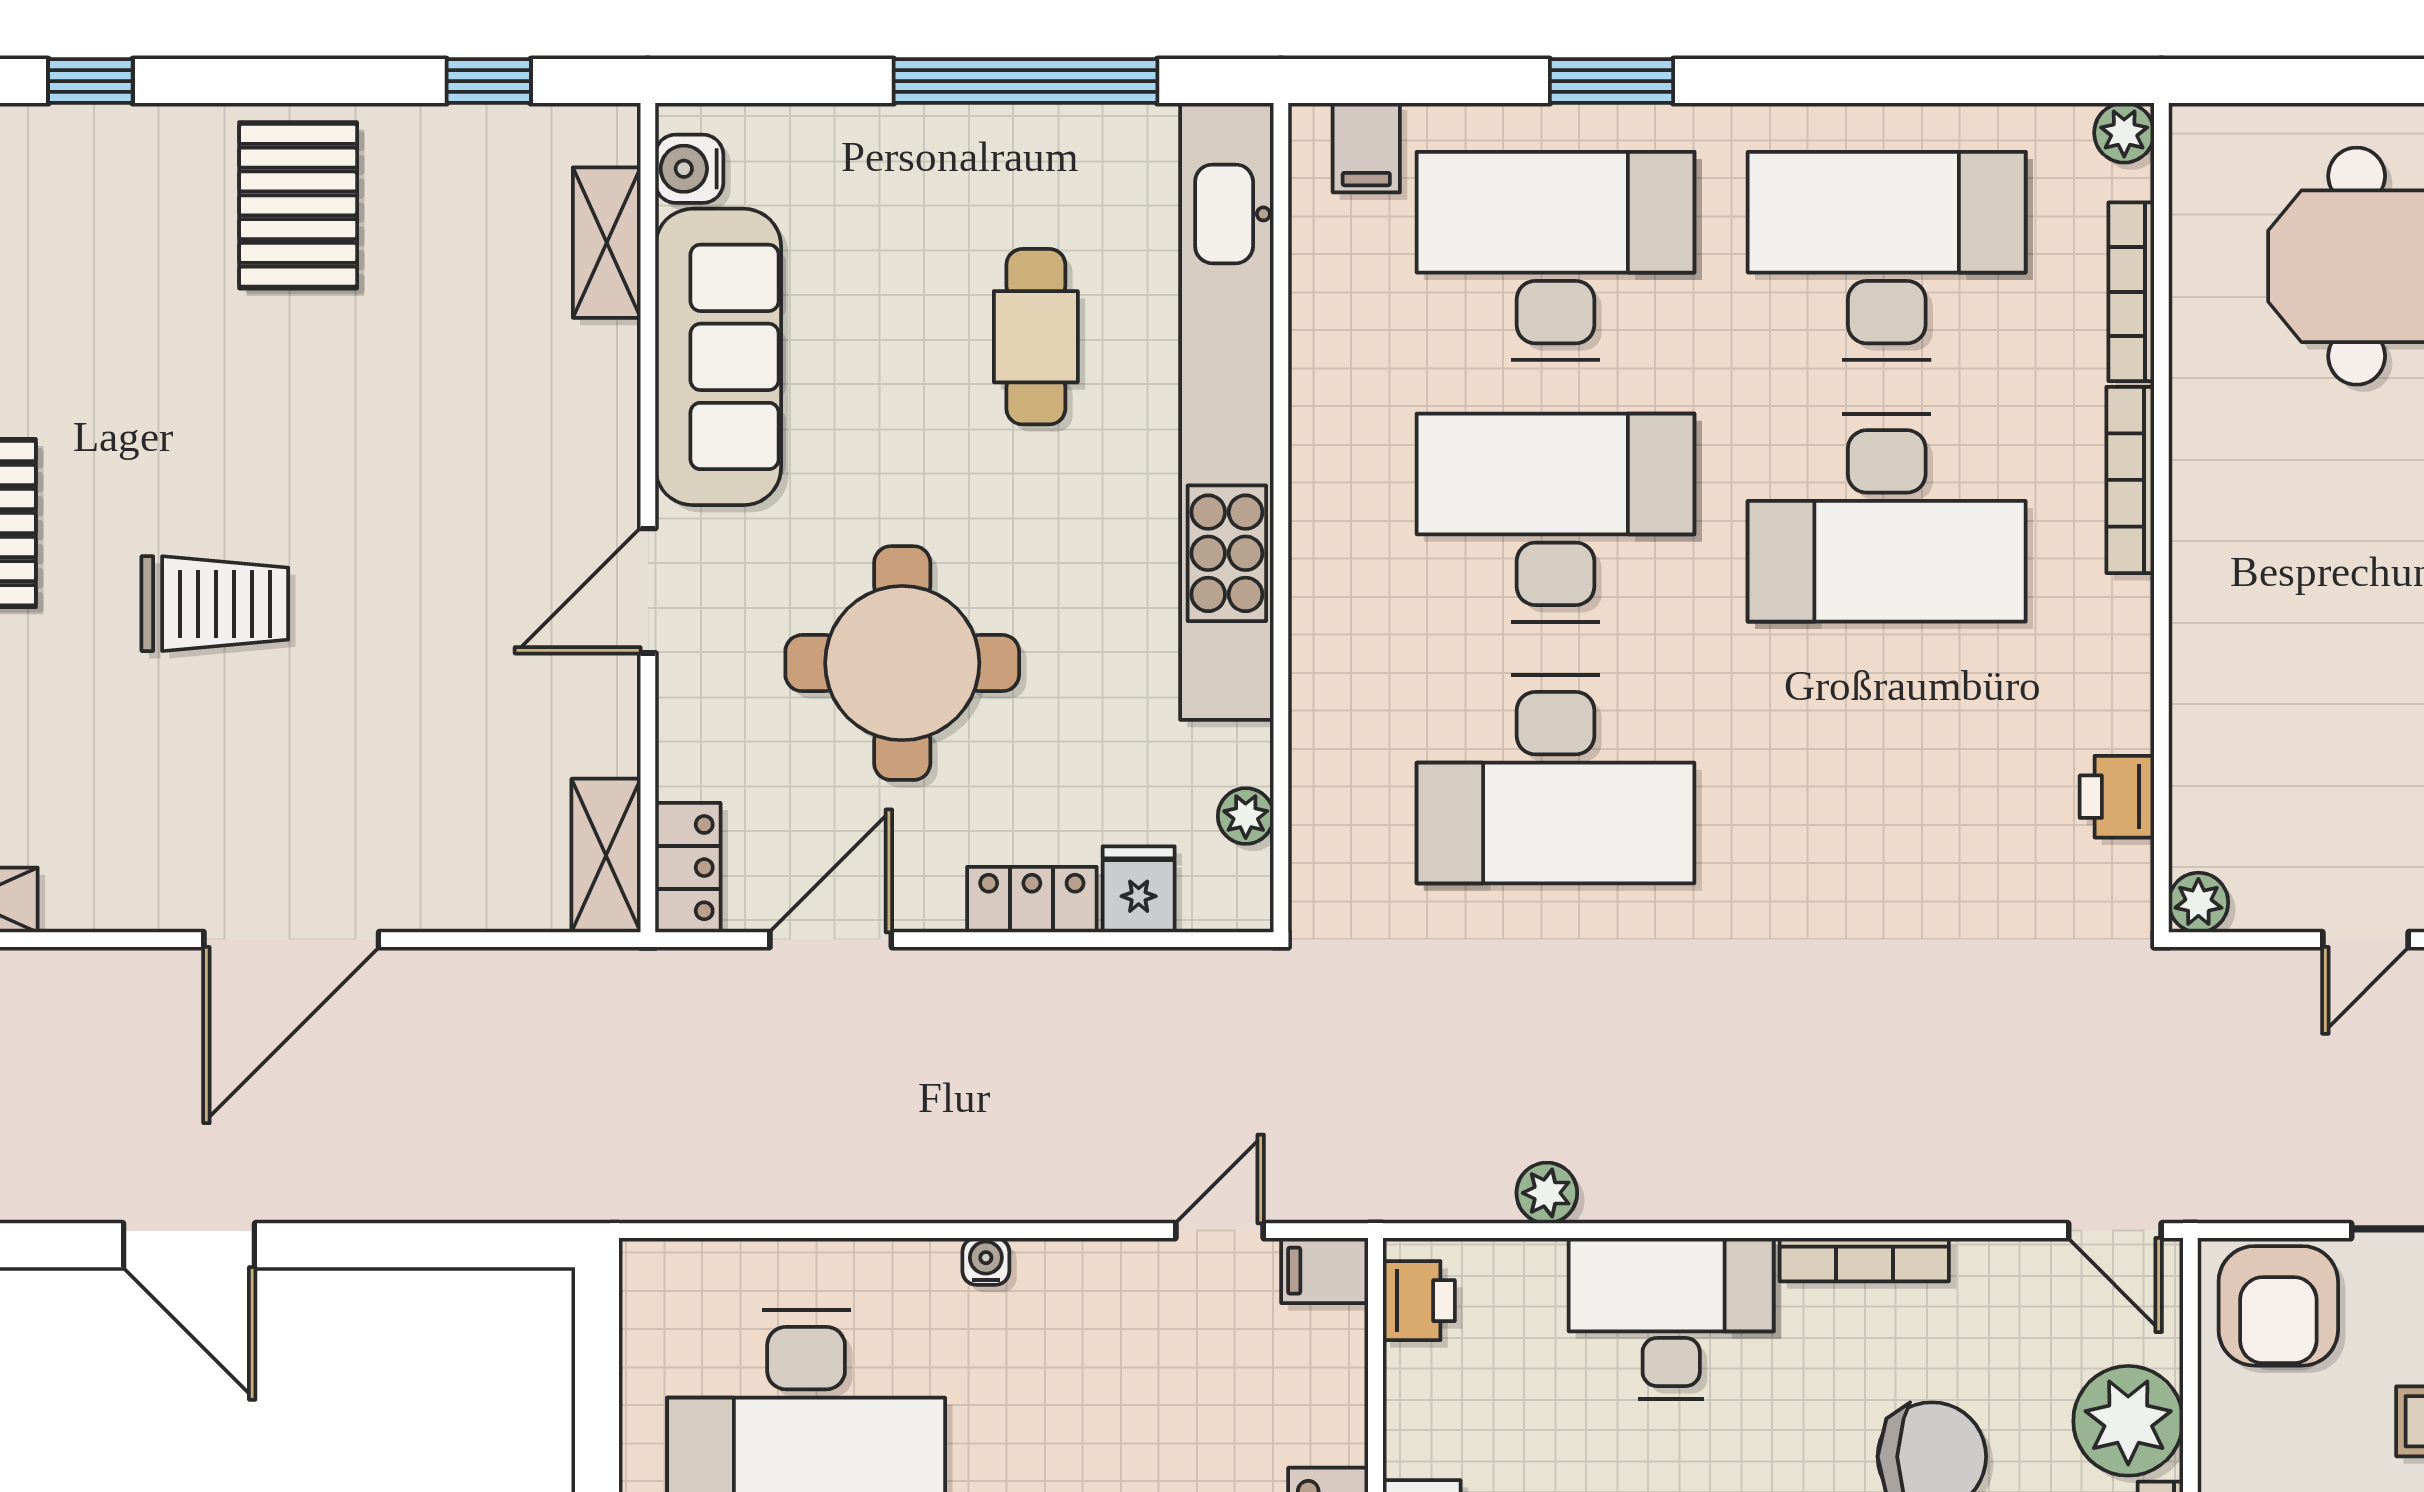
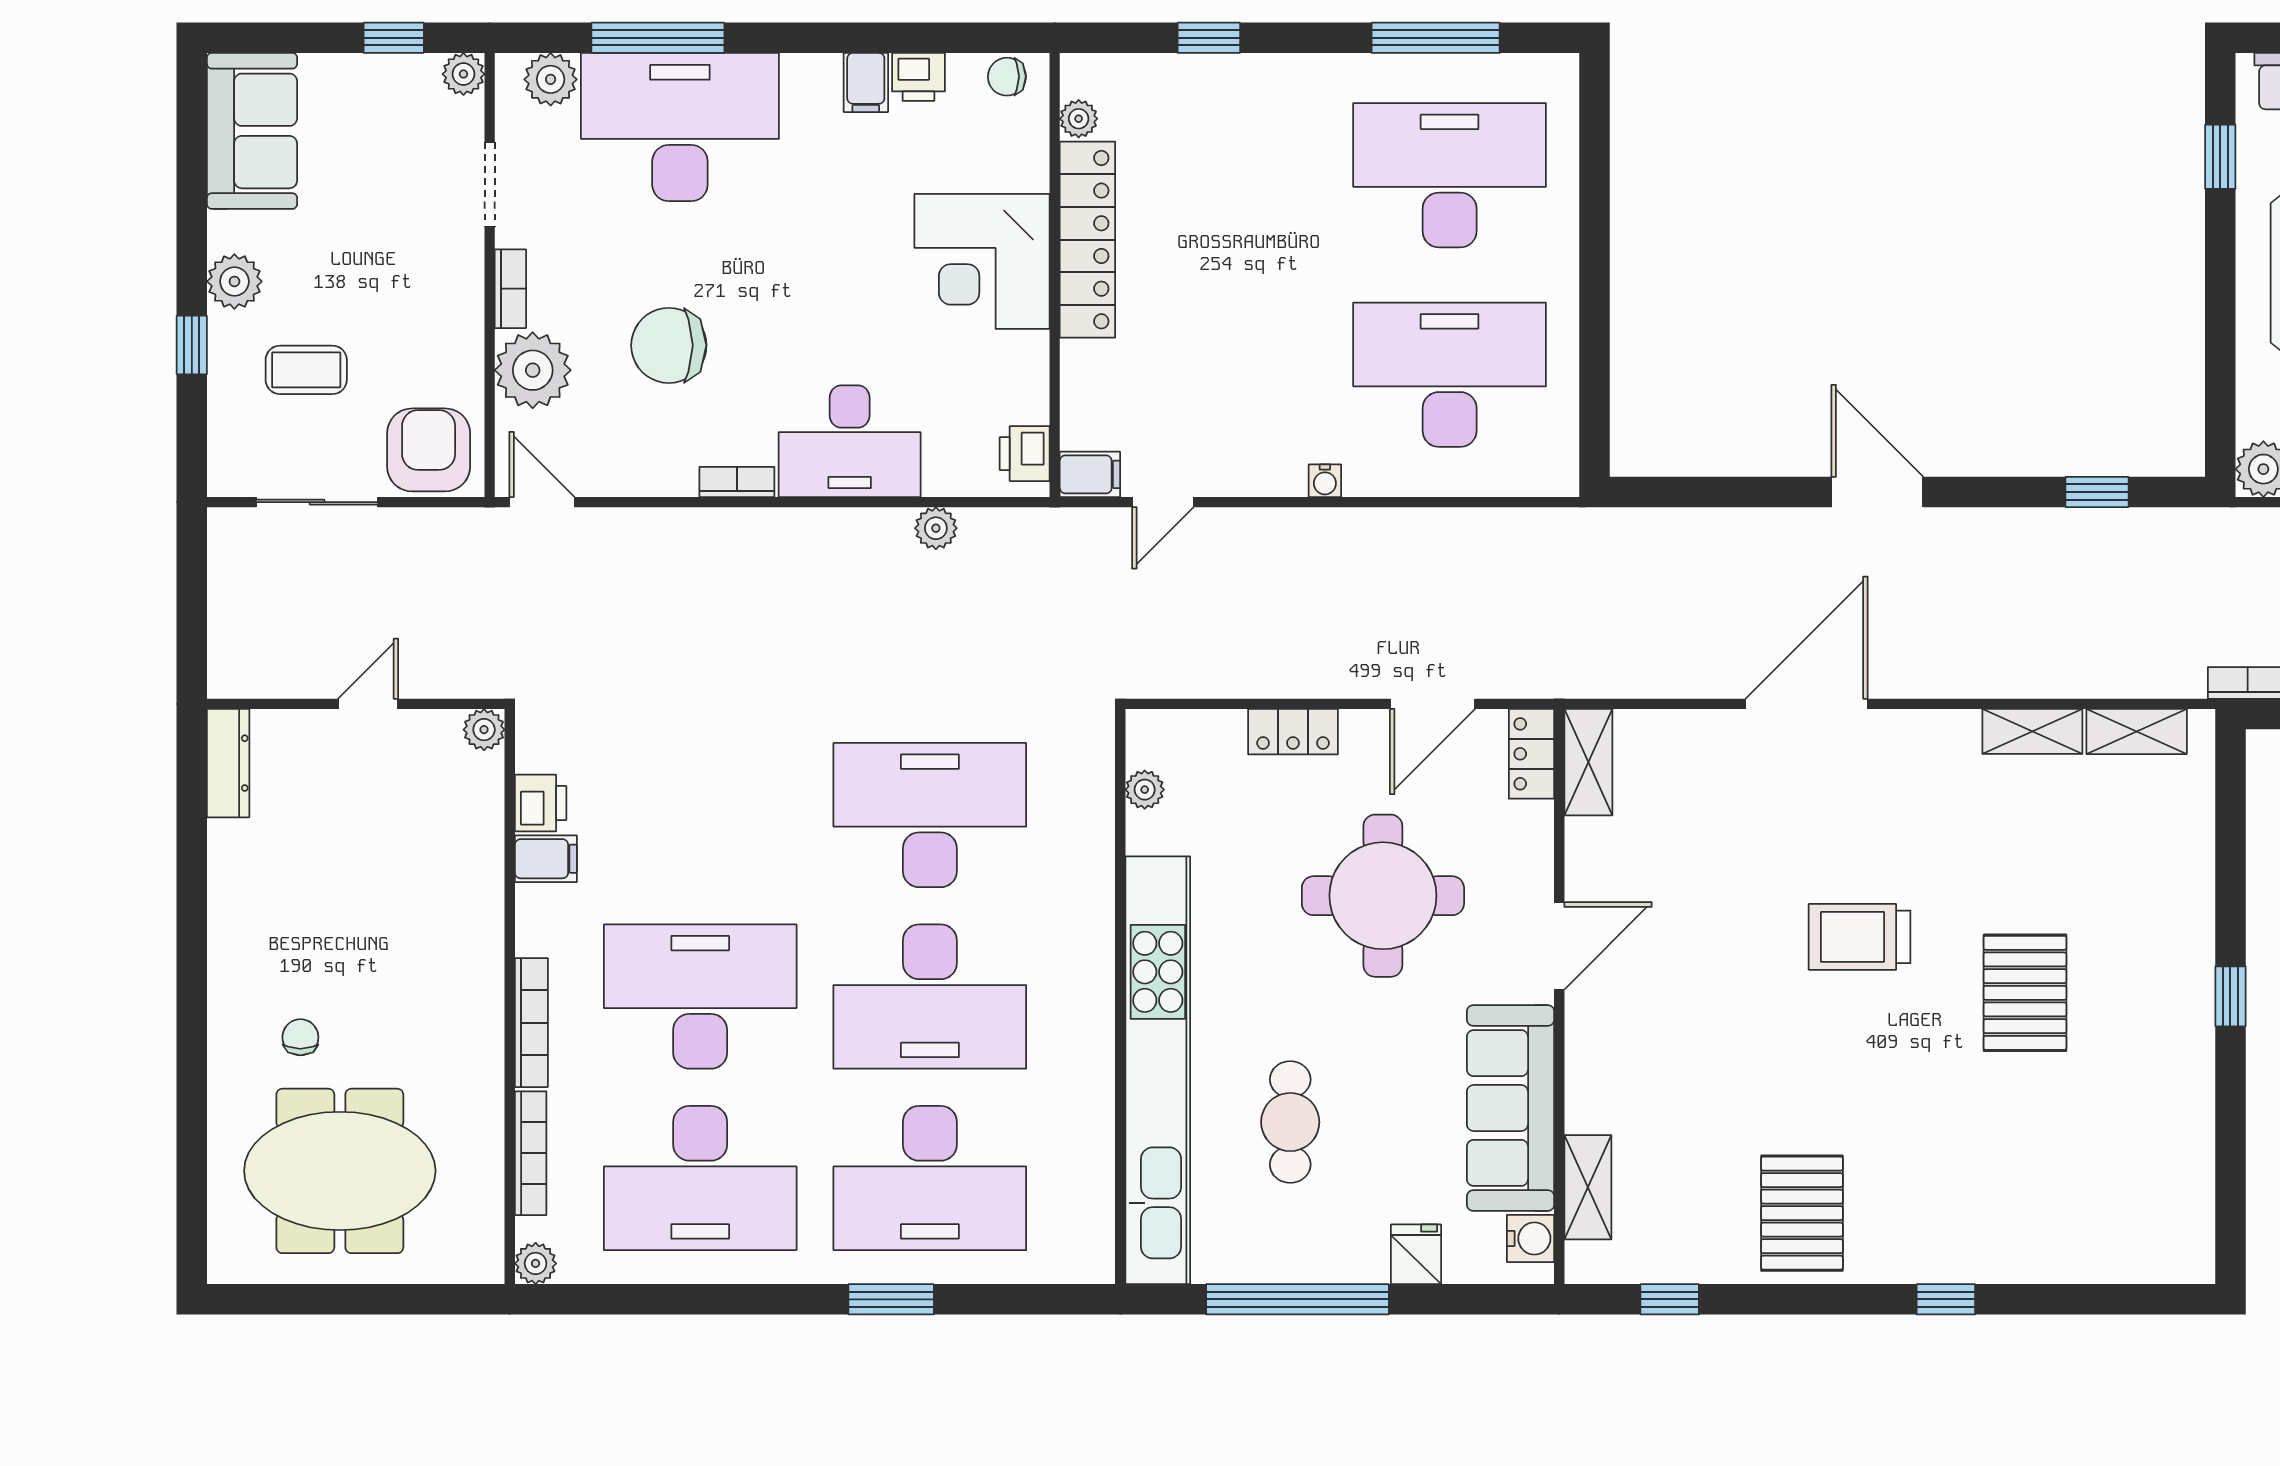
filing cabinet: (1366, 148) -> (546, 859), moved, turned 90
fridge: (1139, 889) -> (1416, 1254), moved, turned 180
bookcase: (1864, 1260) -> (737, 482), width x0.64

